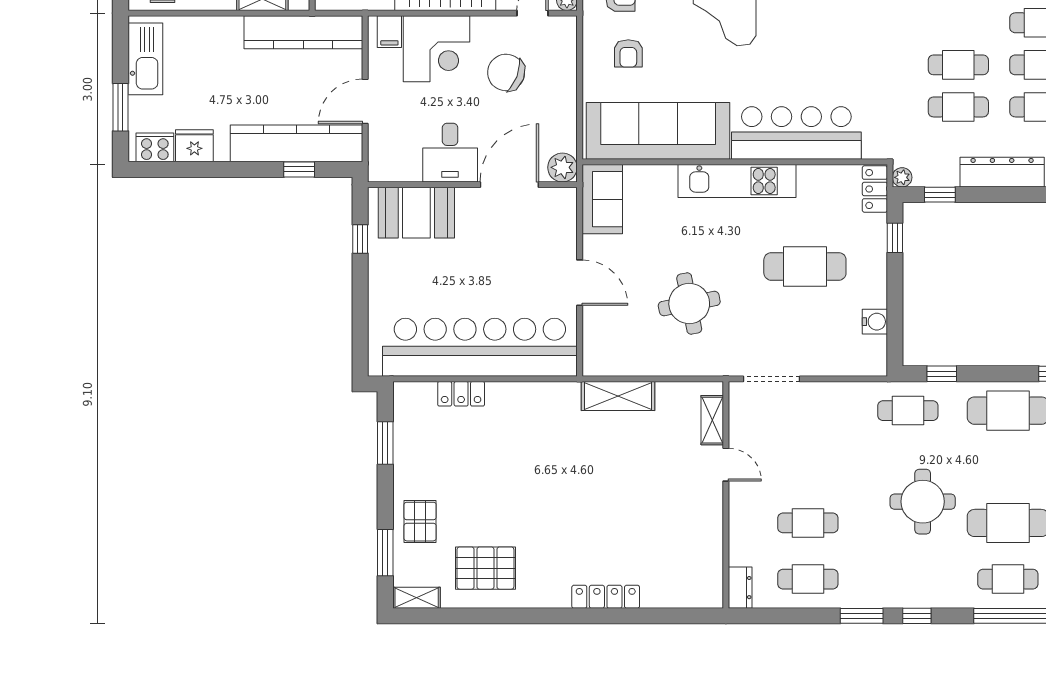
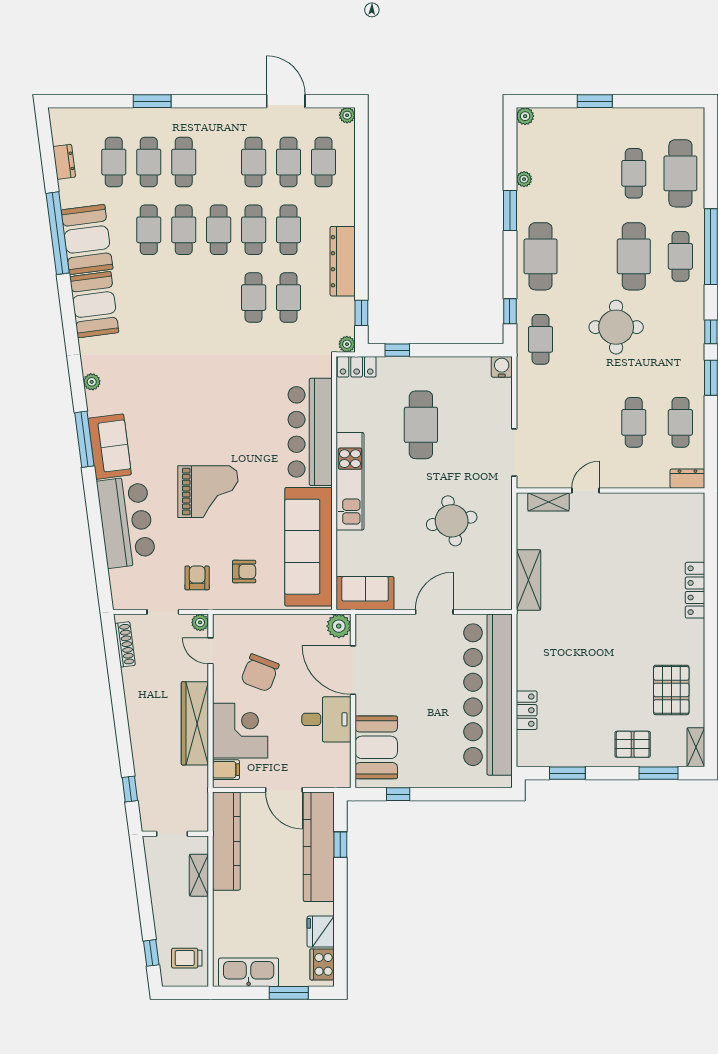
water cooler: (875, 322) -> (502, 367), moved

